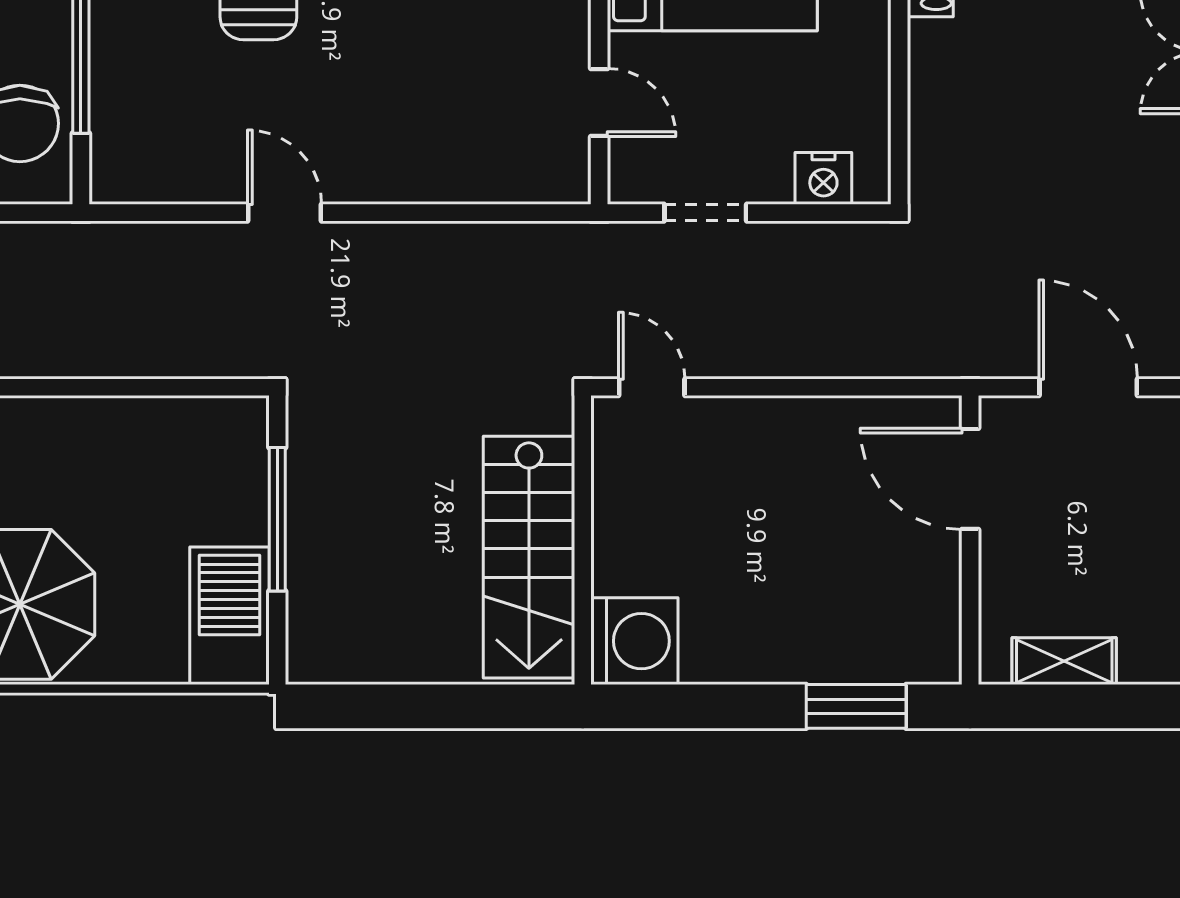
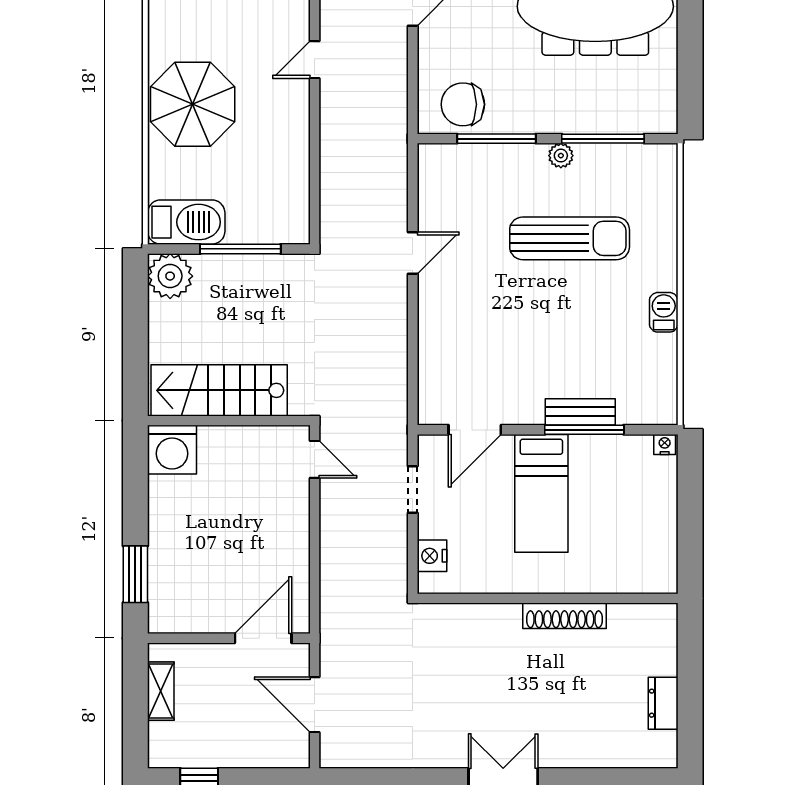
door: (599, 102) -> (475, 430), width x1.38
door: (652, 387) -> (315, 459), hinge flipped
door: (1088, 387) -> (315, 705), swing flipped
plant: (326, 644) -> (170, 276), added

